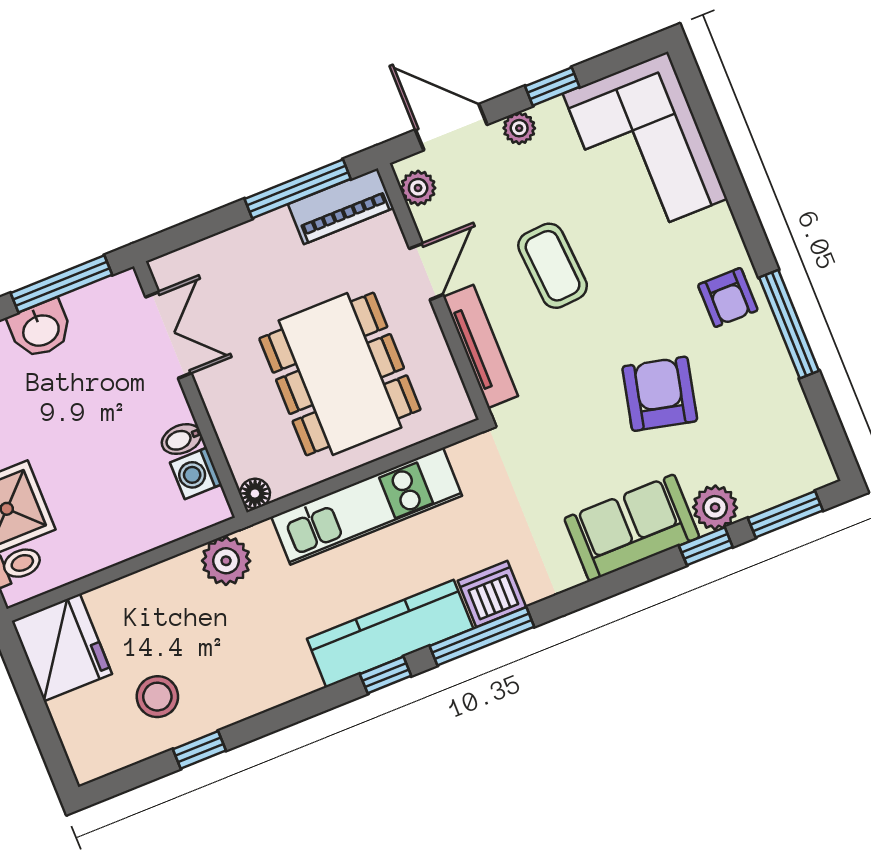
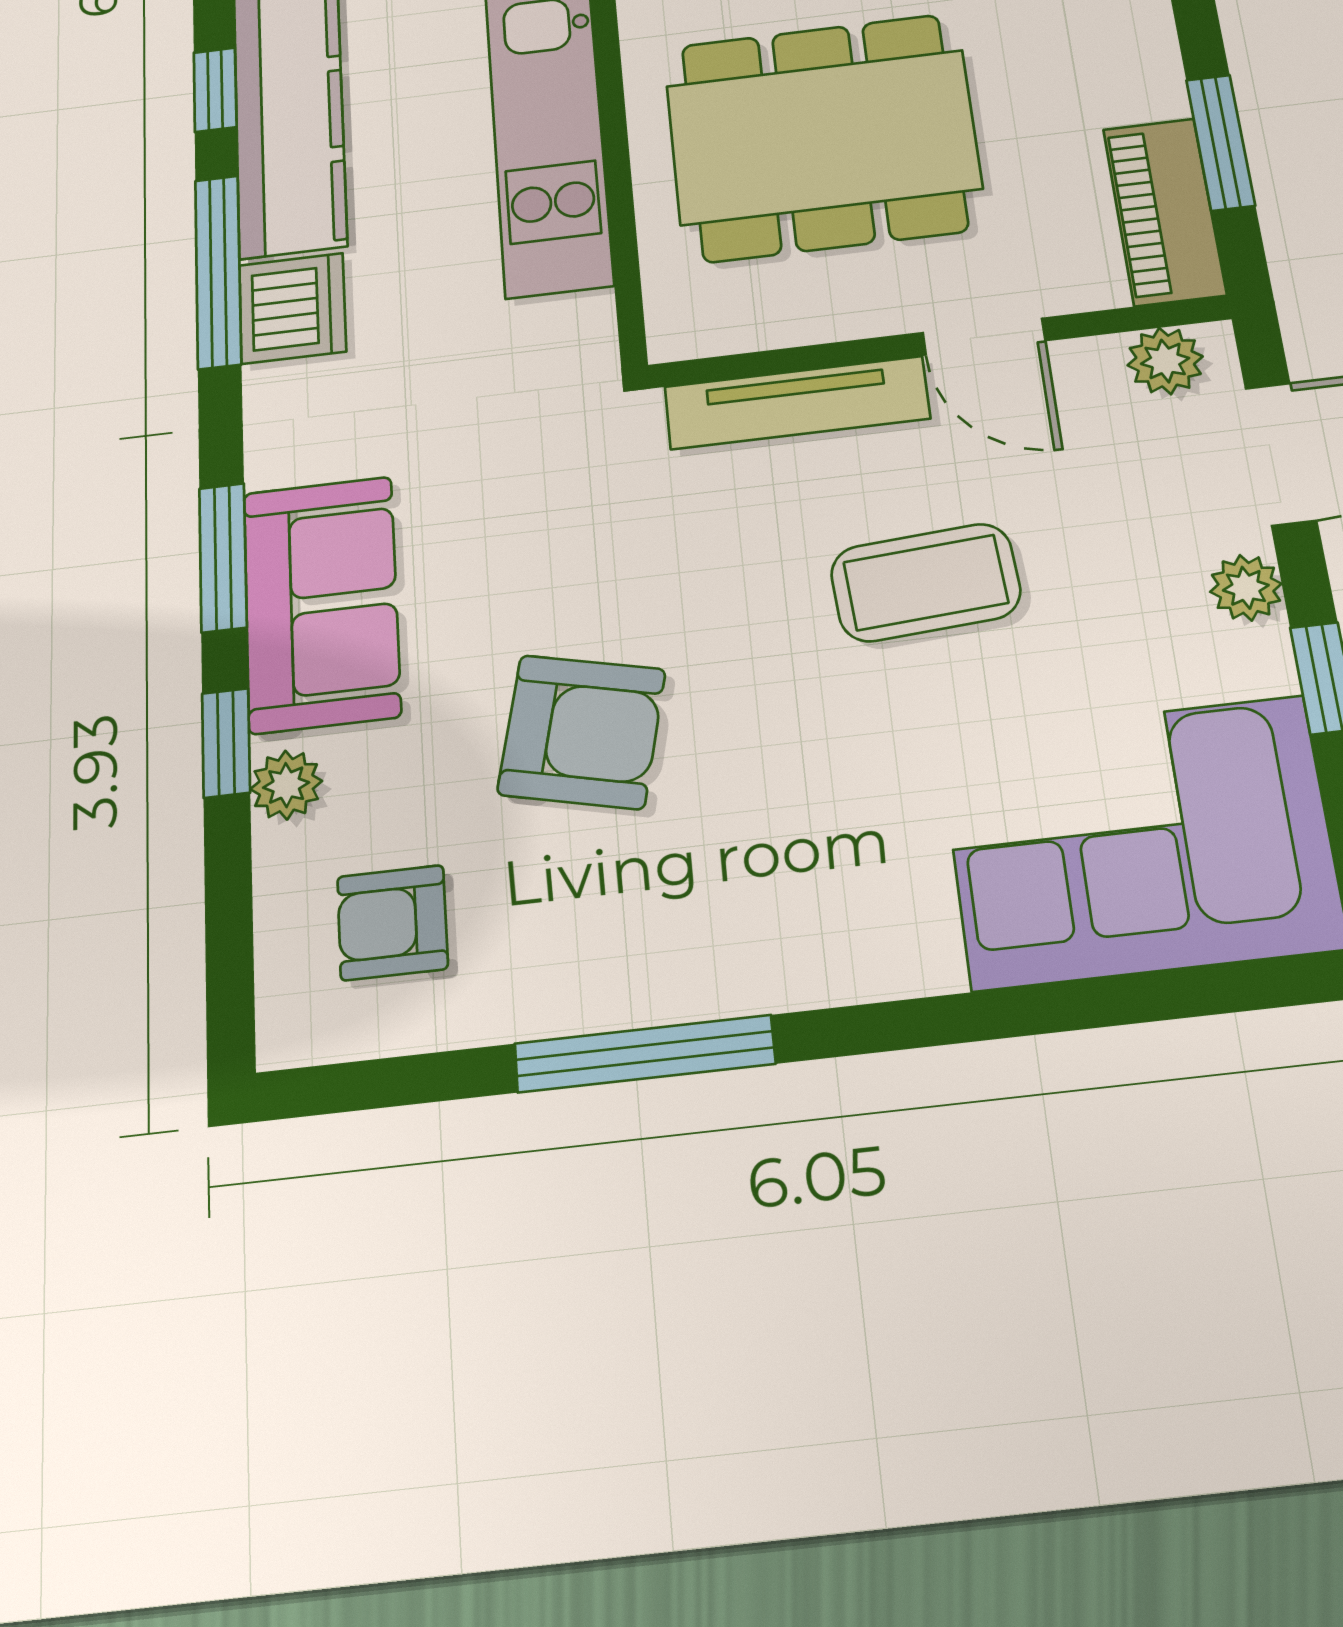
window: (298, 189) -> (1220, 142), width x0.69
armchair: (728, 297) -> (392, 923), moved
plant: (715, 507) -> (286, 785), width x0.73, depth x0.73
window: (785, 514) -> (223, 557), moved

